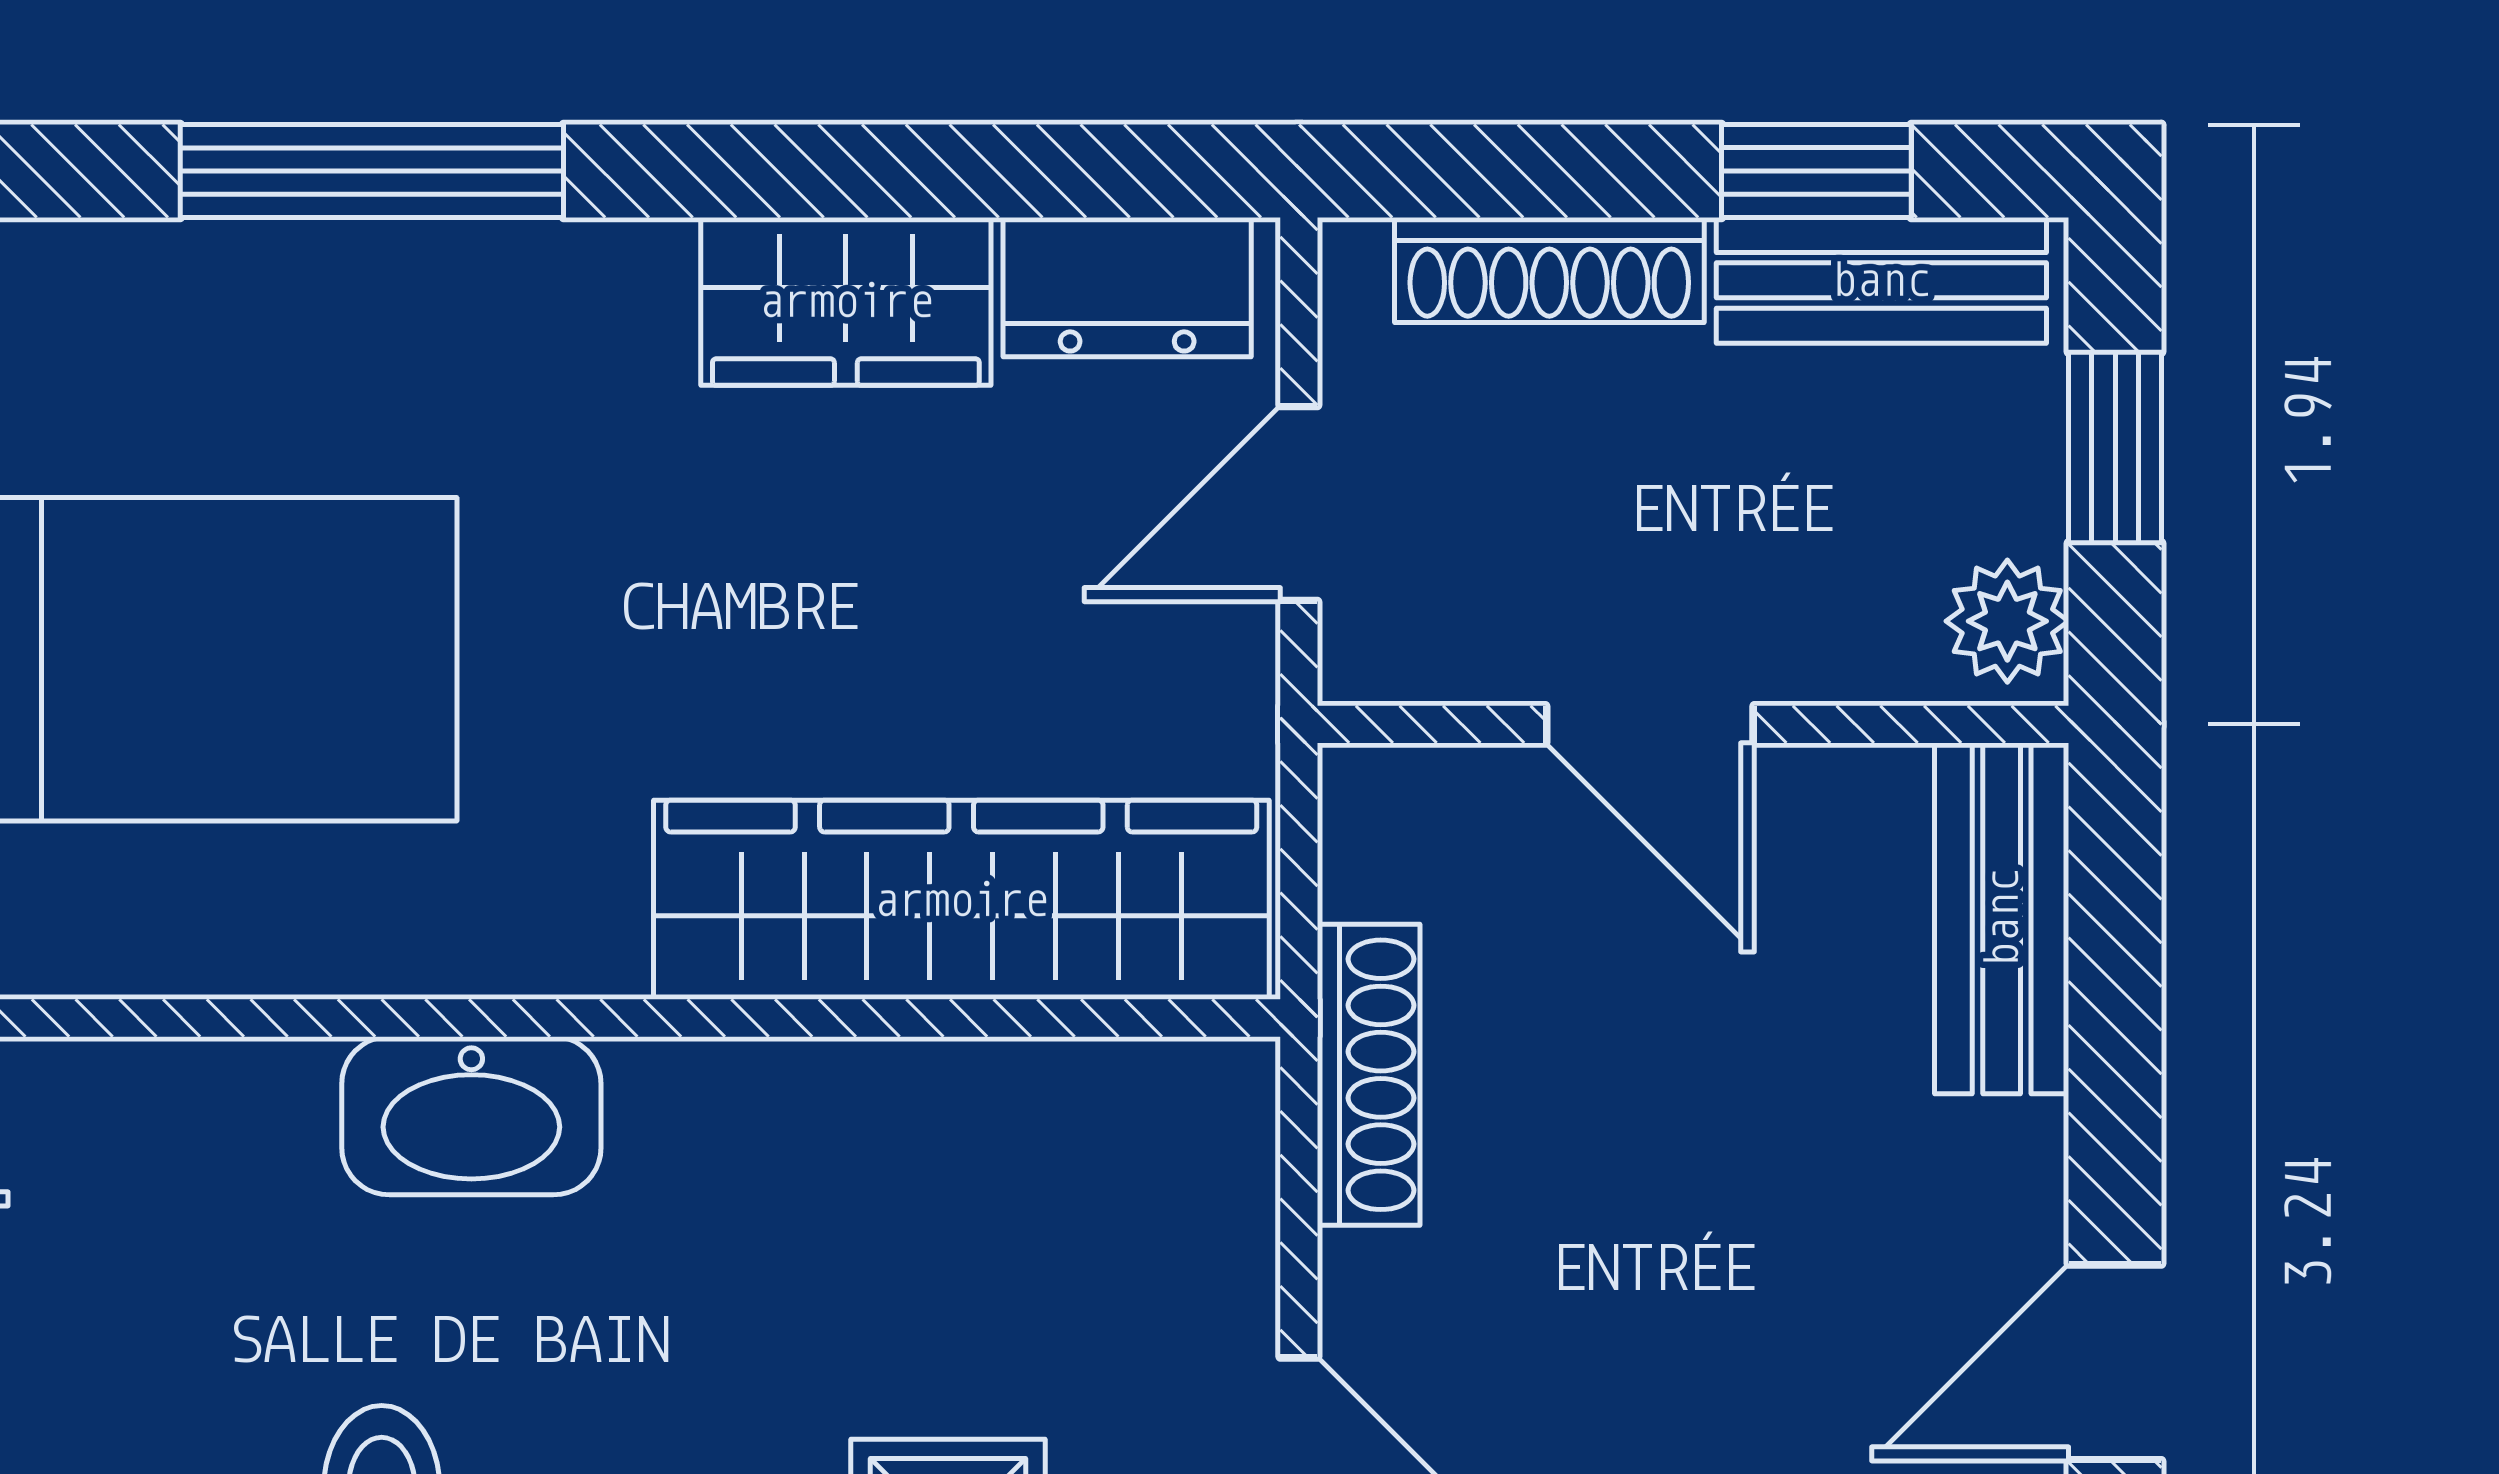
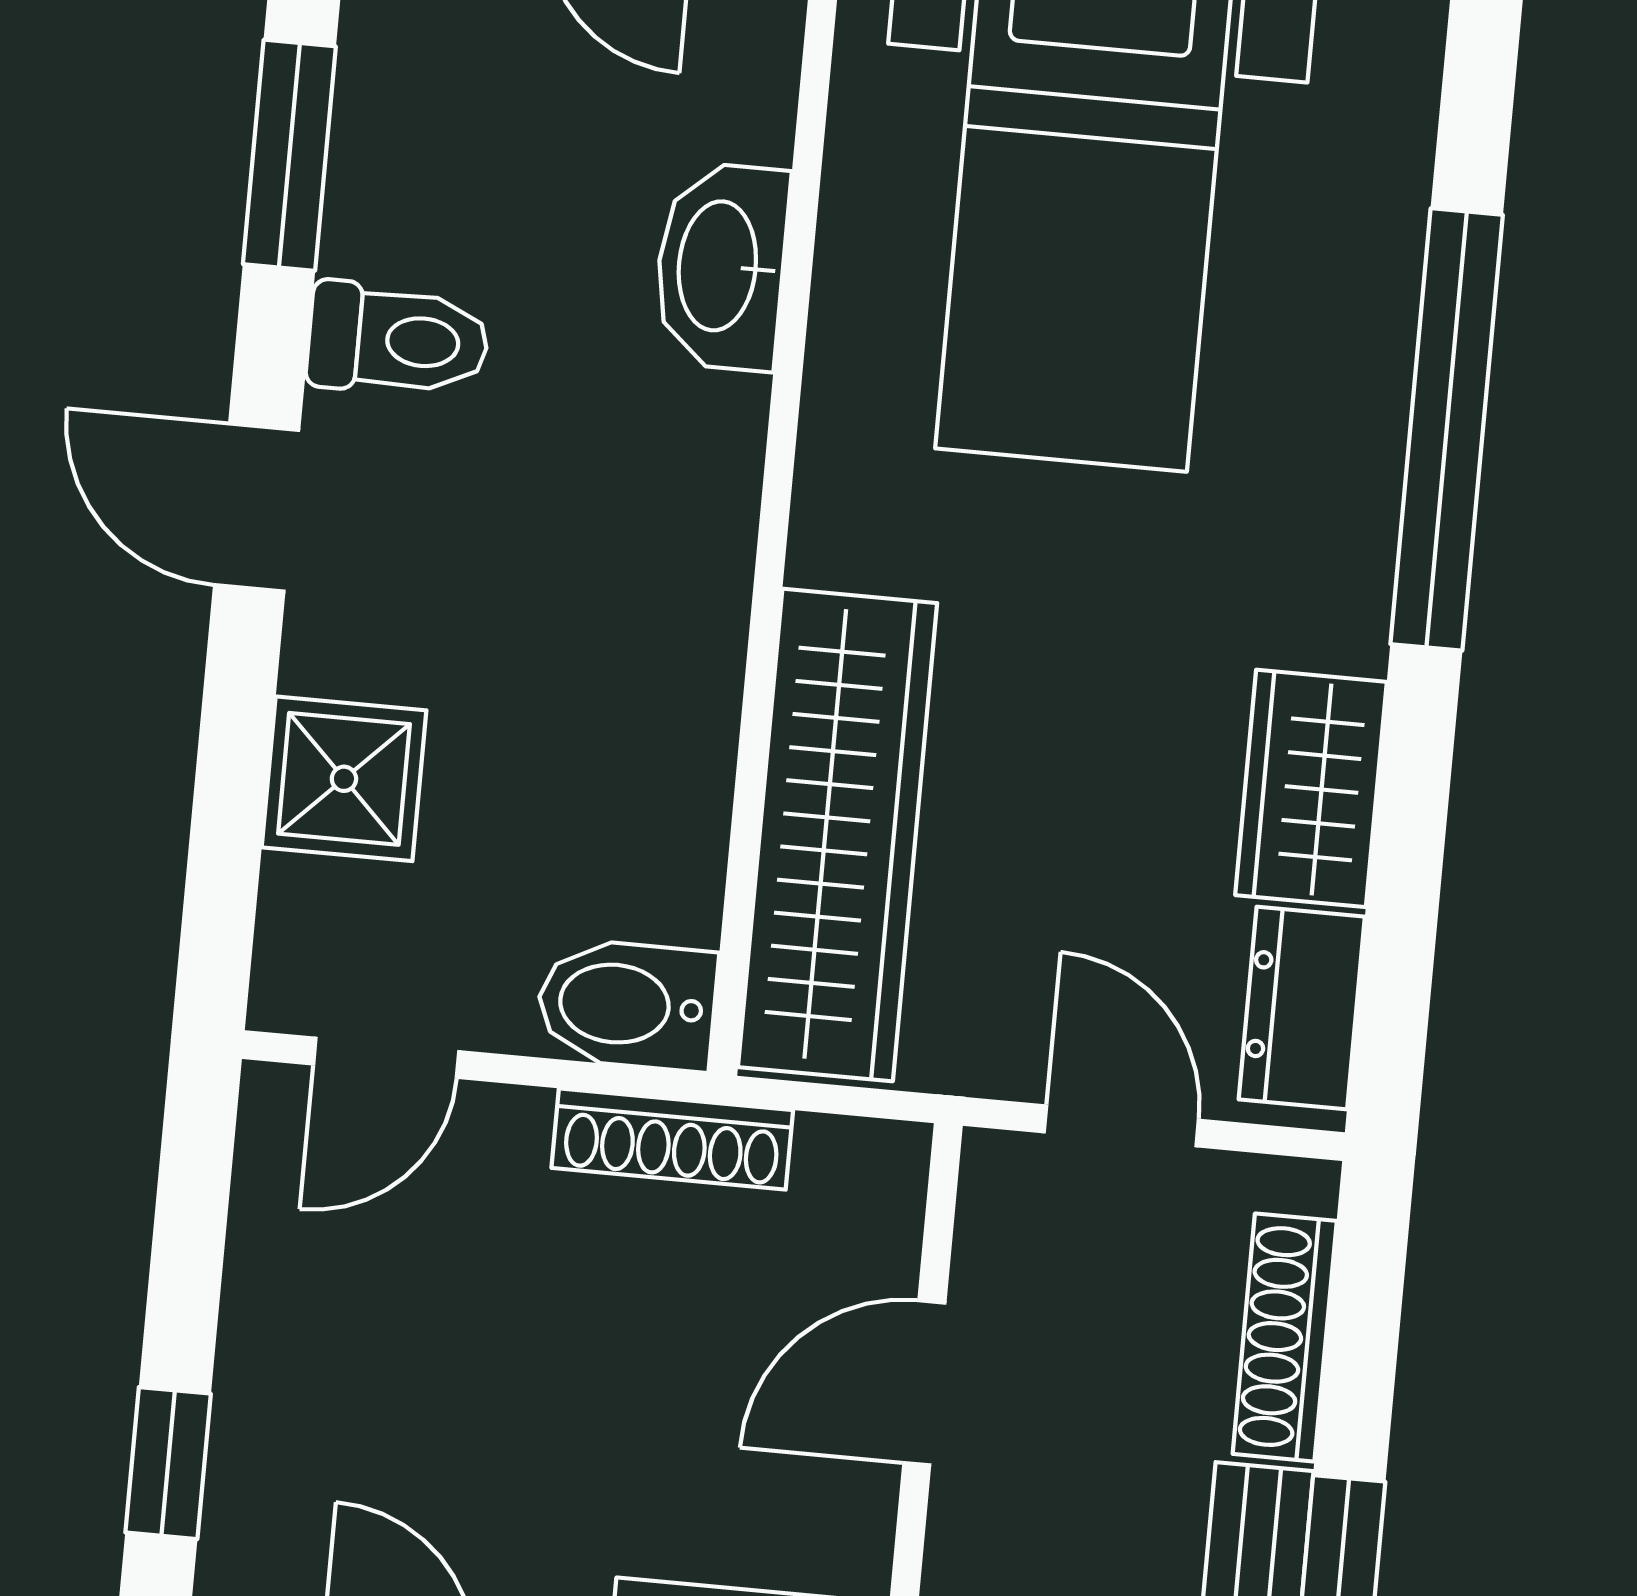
window: (372, 171) -> (1447, 429), width x1.46
washbasin: (471, 1116) -> (721, 266), moved
bidet: (1203, 1149) -> (627, 1005), added

